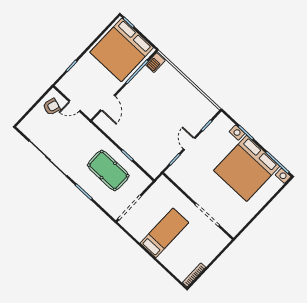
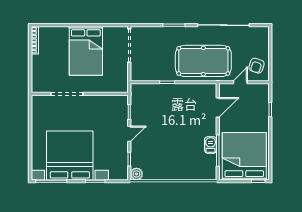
barbecue: (155, 63) -> (211, 145), moved
door: (108, 103) -> (218, 107), swing flipped
plant: (211, 110) -> (136, 174), added
door: (189, 144) -> (129, 134), hinge flipped
pool table: (108, 170) -> (203, 61), moved, width x1.36, depth x1.32
bed: (164, 233) -> (86, 51), width x1.50

